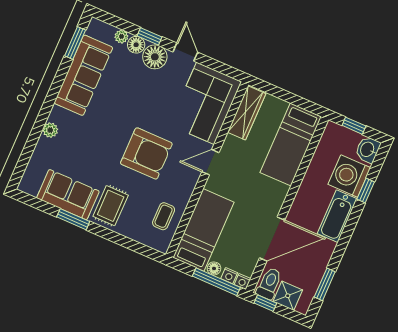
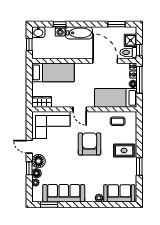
door: (185, 52) -> (29, 147), hinge flipped
wardrobe: (247, 113) -> (42, 102), width x0.67
washing machine: (349, 176) -> (60, 31), width x0.53, depth x0.53
sofa: (68, 195) -> (119, 193), moved, turned 90

